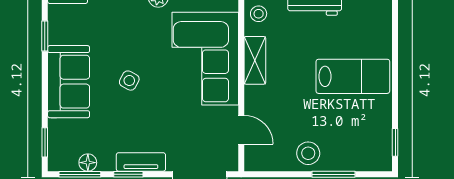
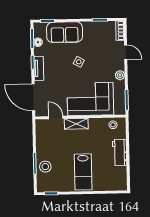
shelving: (255, 60) -> (76, 124), moved
sofa: (69, 82) -> (65, 32), moved
door: (241, 130) -> (56, 117), swing flipped
stool: (308, 153) -> (45, 167), moved

